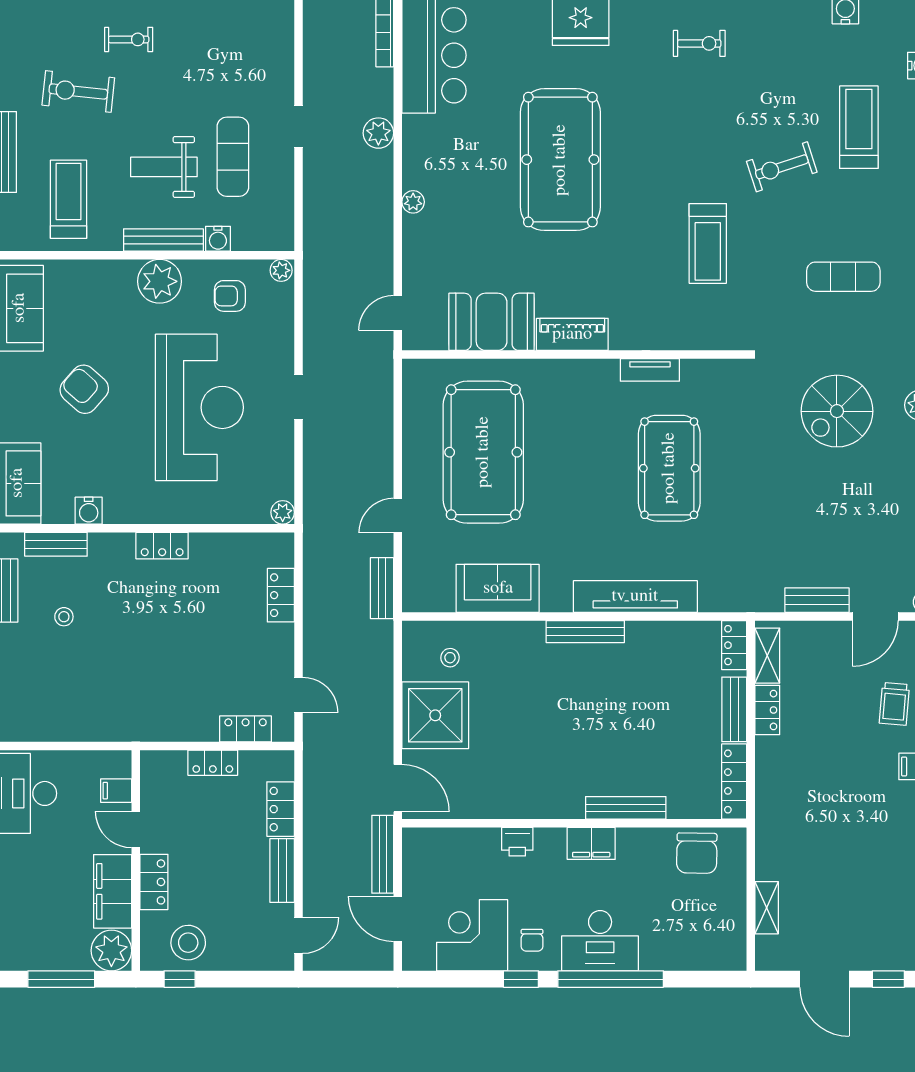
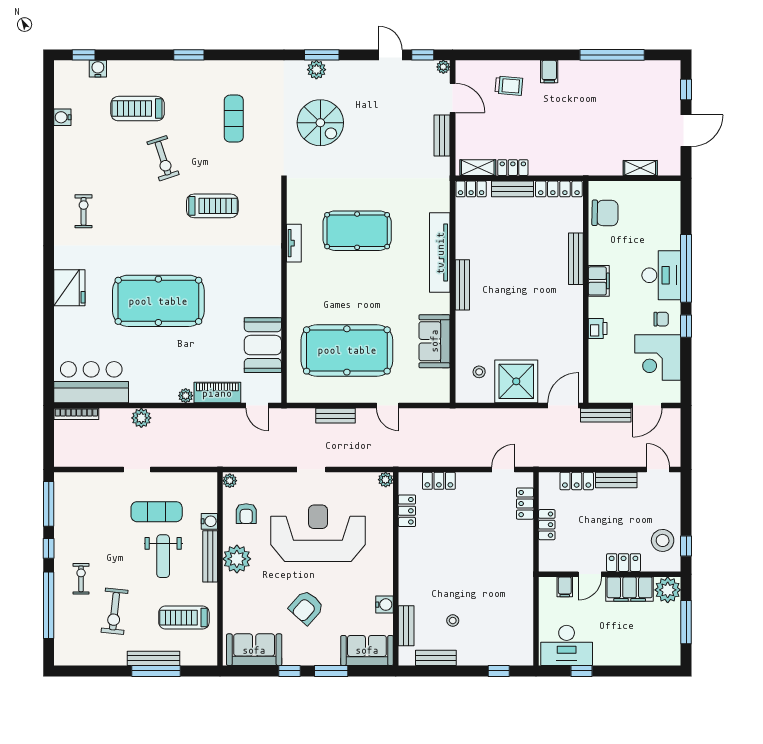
piano: (572, 334) -> (217, 393), moved, turned 90
locker: (162, 546) -> (407, 511), moved
bench: (382, 588) -> (335, 416), moved

